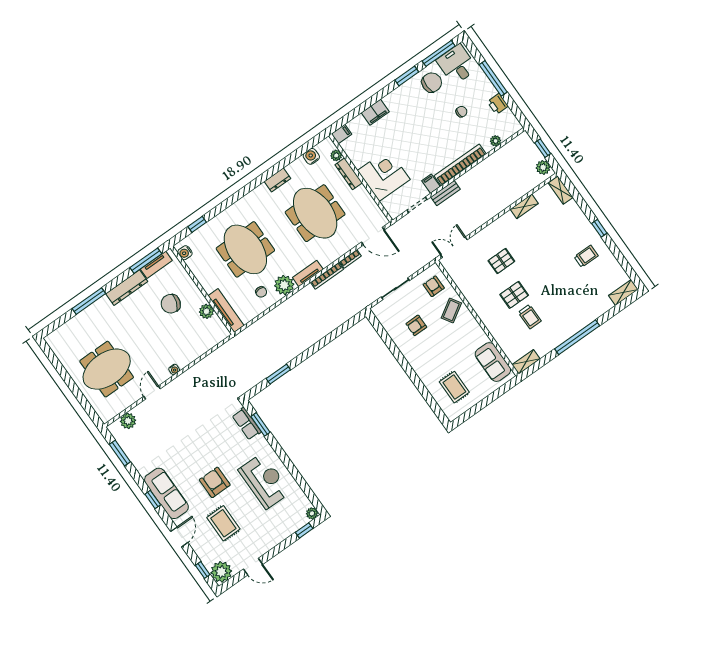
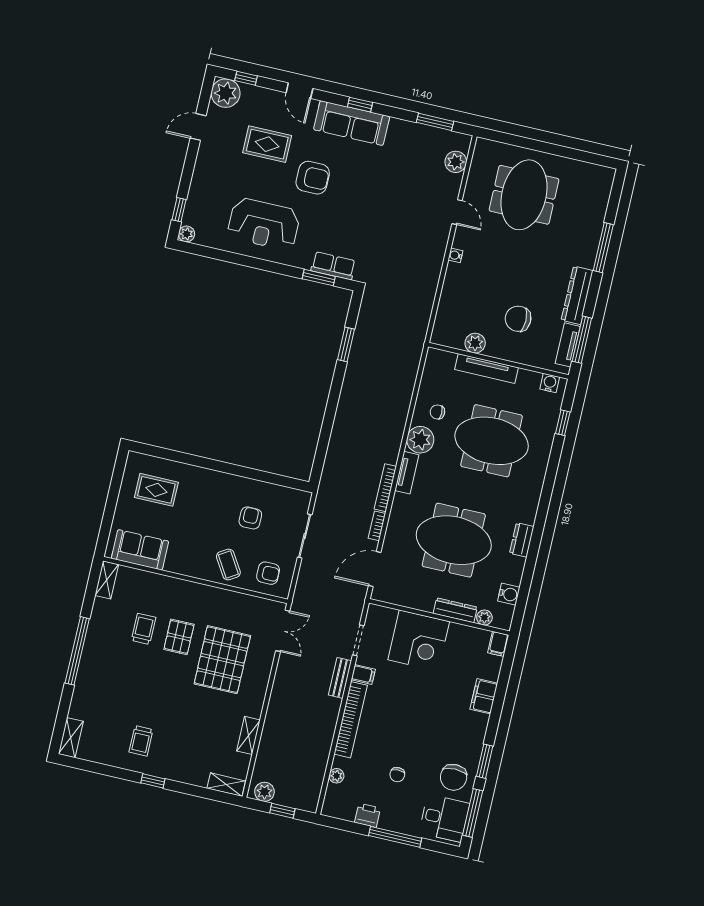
pallet: (501, 261) -> (222, 660), width x2.05, depth x2.00
chair: (171, 304) -> (518, 319), turned -110
tv unit: (226, 311) -> (486, 368), moved
trolley: (530, 317) -> (144, 629), turned 90

